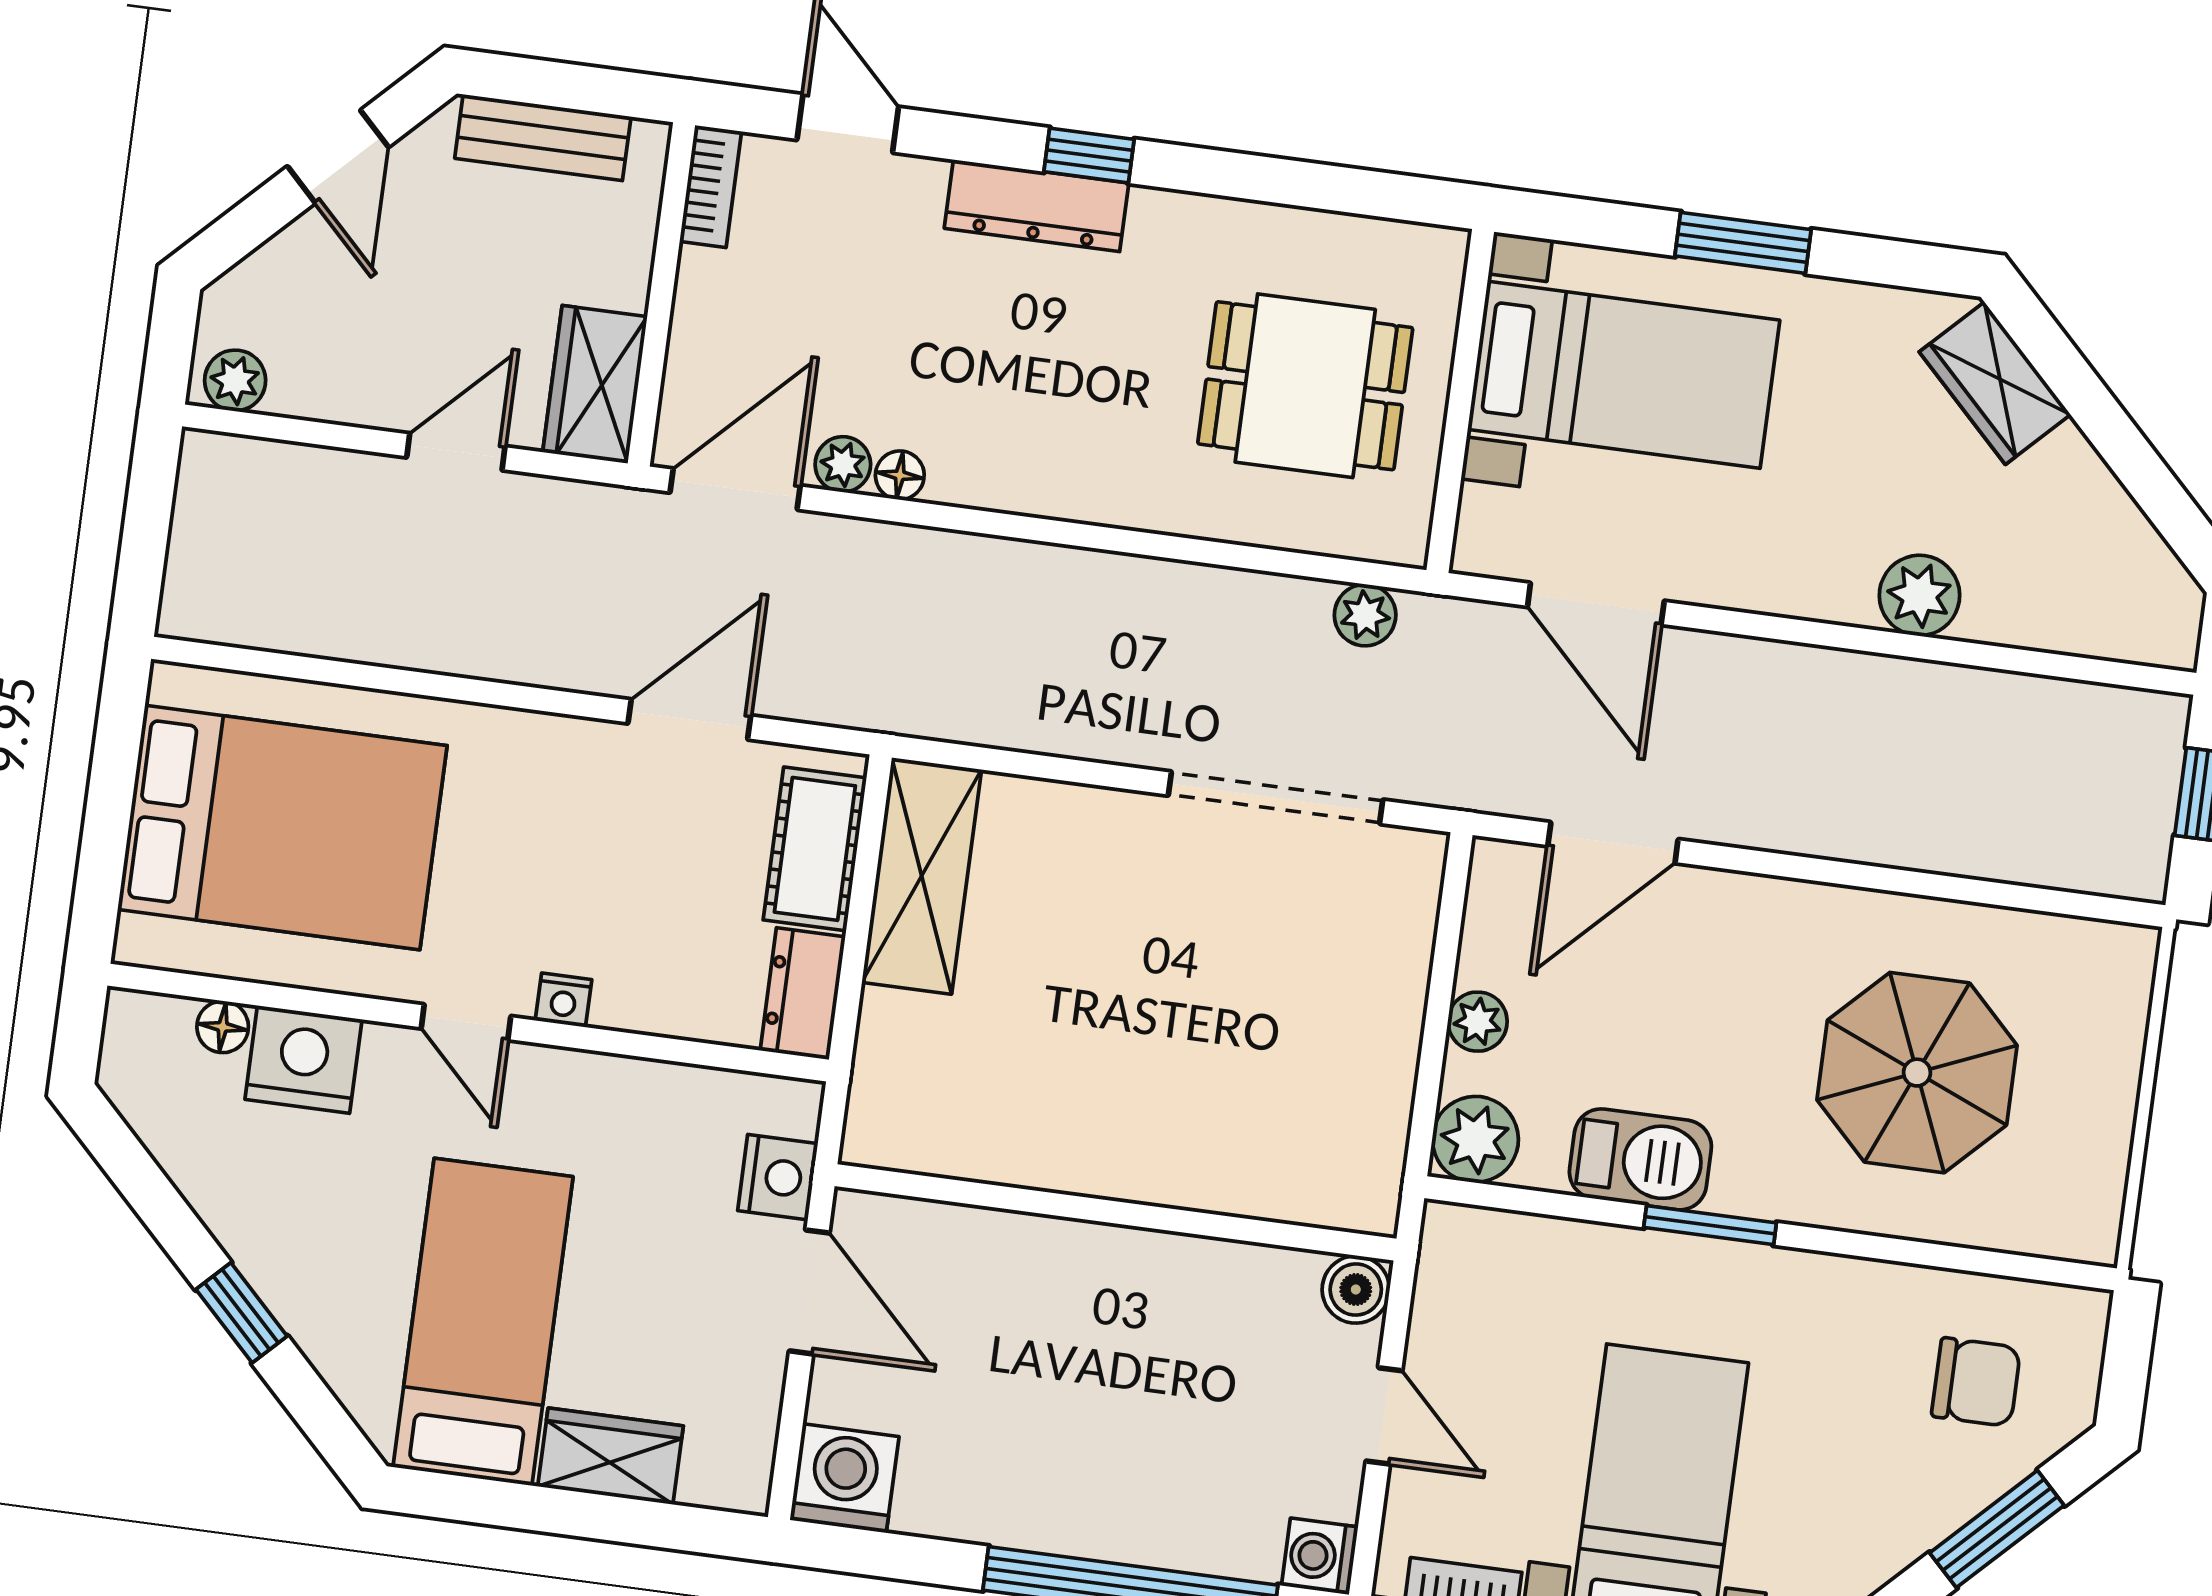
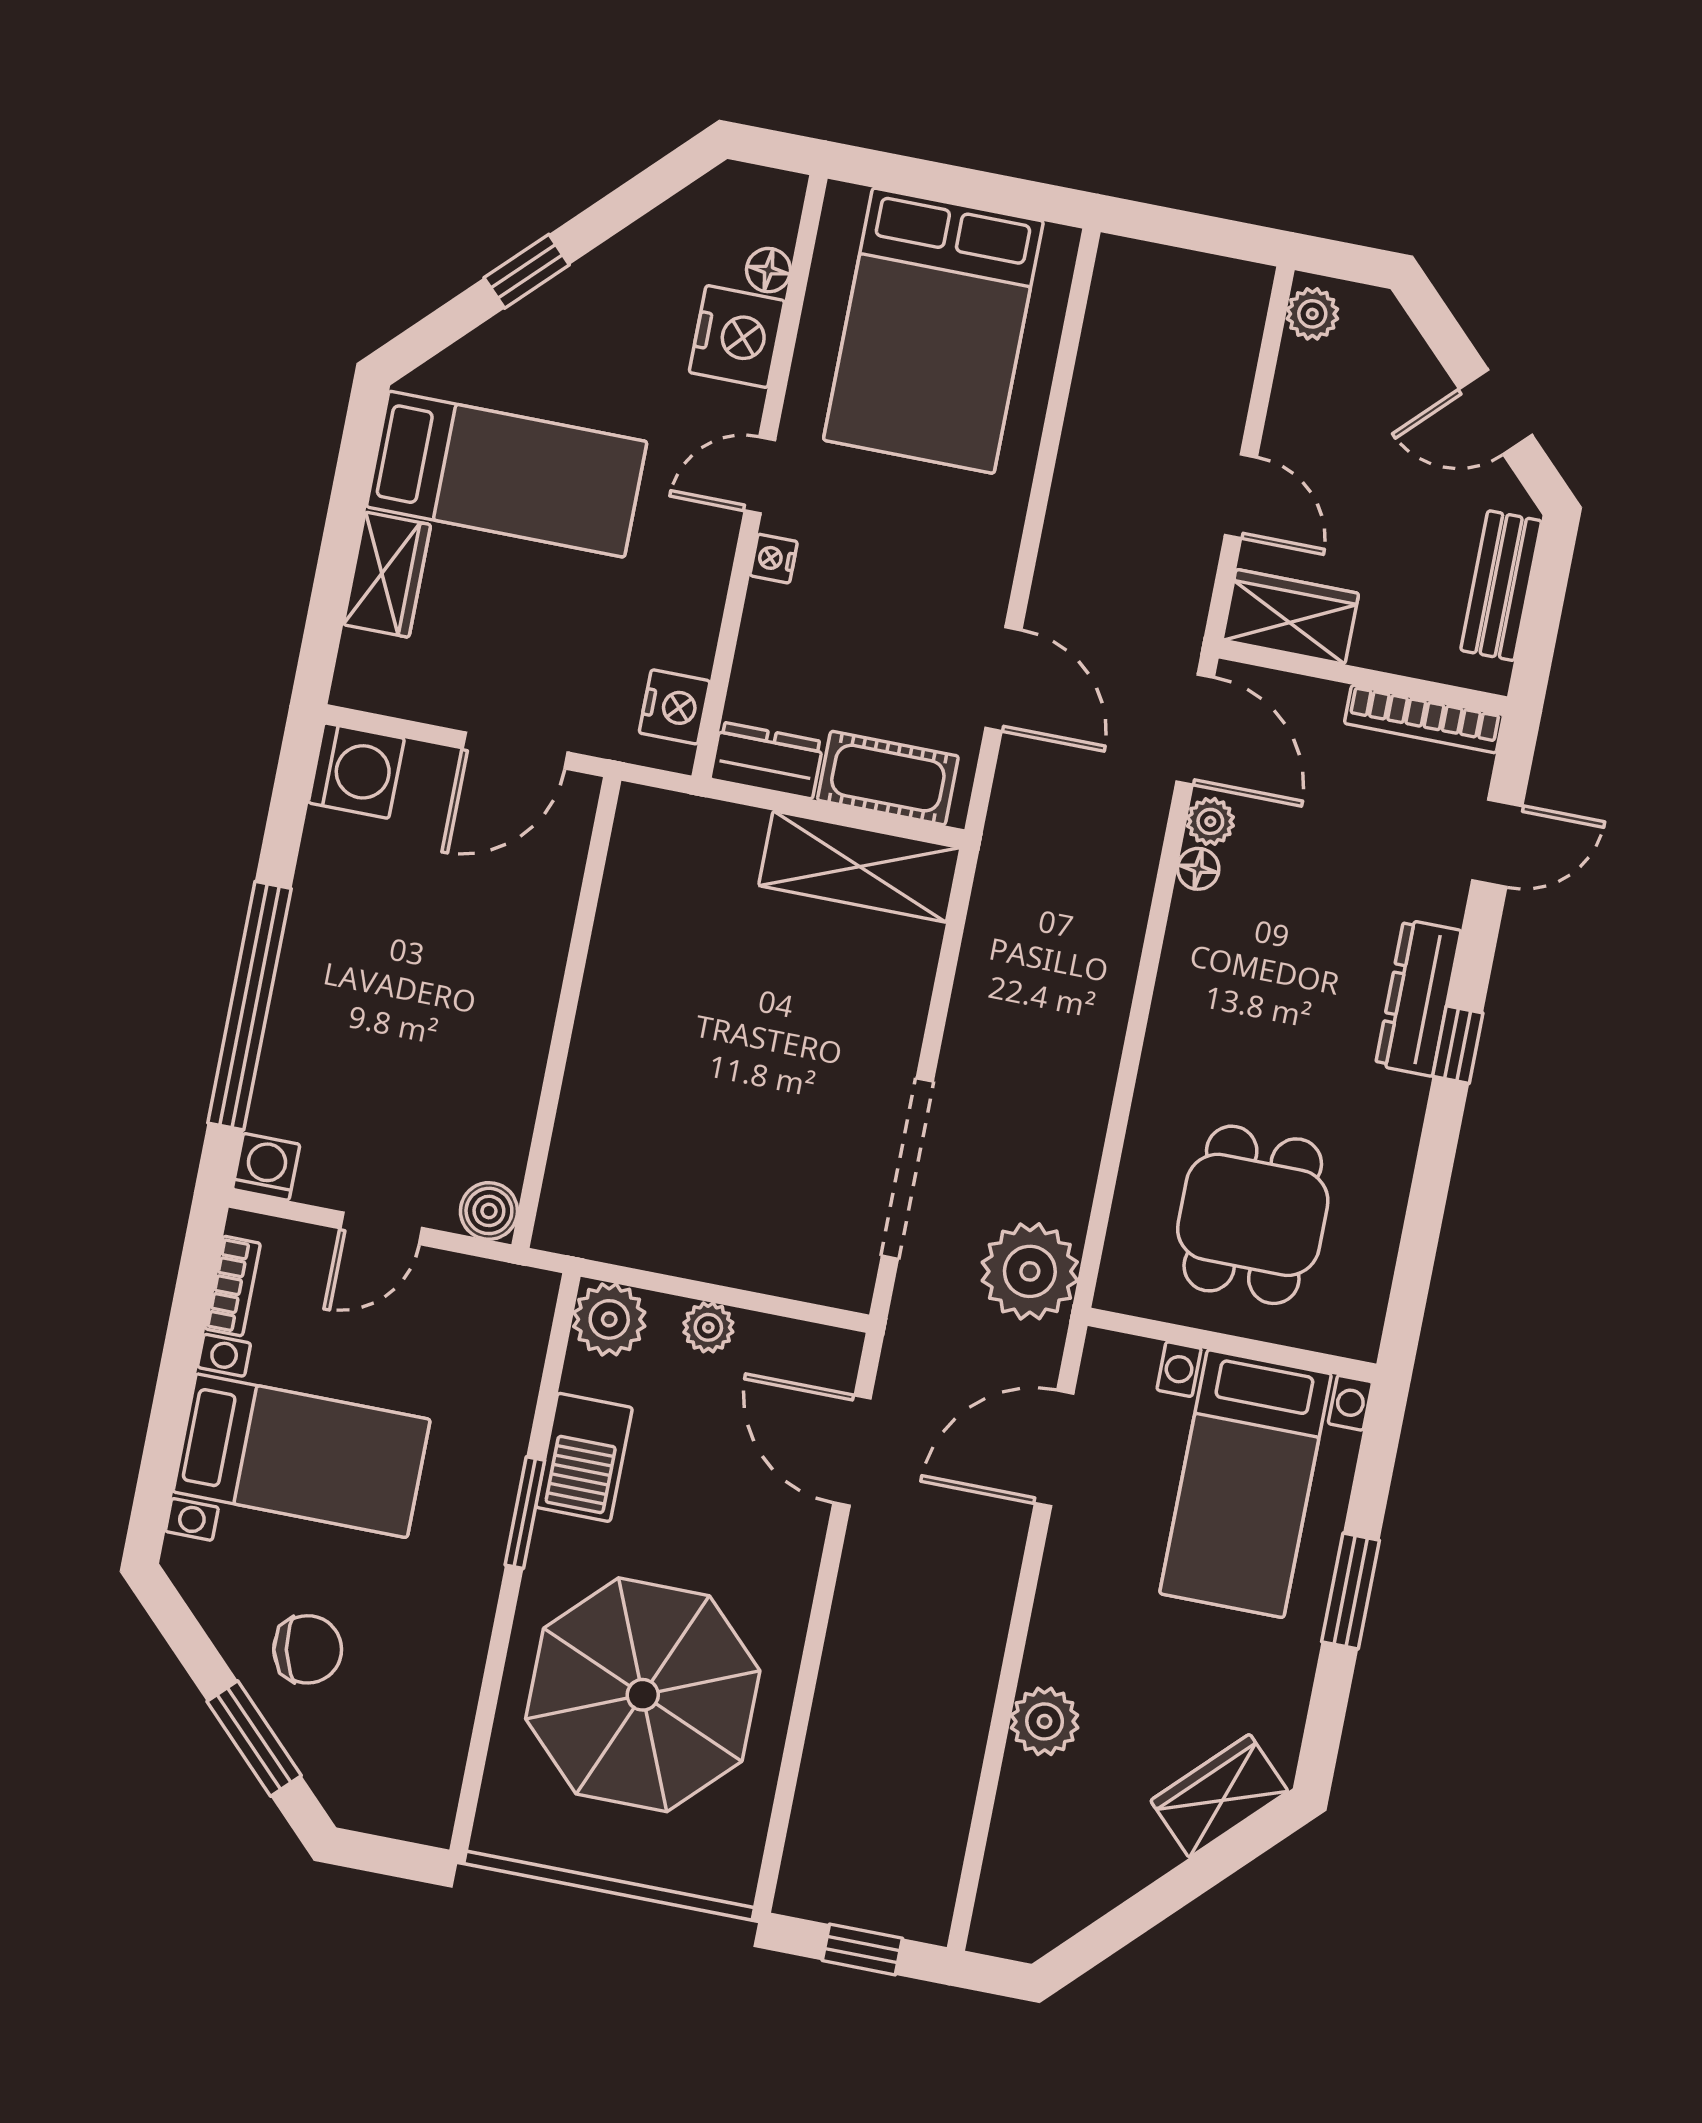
bookcase: (711, 186) -> (1424, 719), width x1.56
plant: (1365, 615) -> (1030, 1271), width x1.88, depth x1.88
parasol: (1917, 1073) -> (643, 1695), width x1.36, depth x1.36
nightstand: (778, 1177) -> (675, 707), moved, turned -90
chair: (1976, 1382) -> (308, 1649), moved, turned -102

